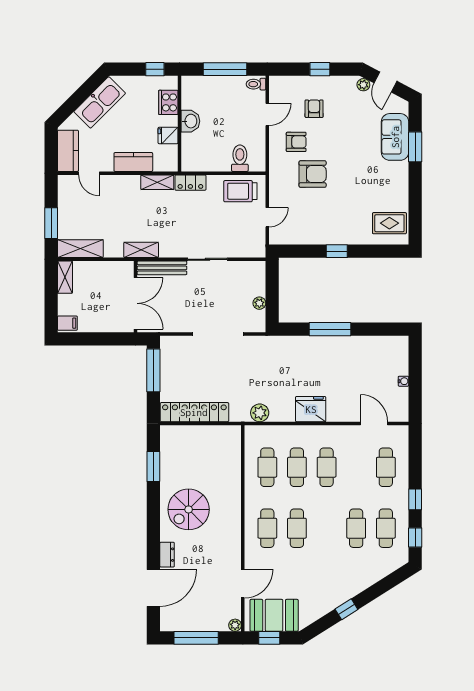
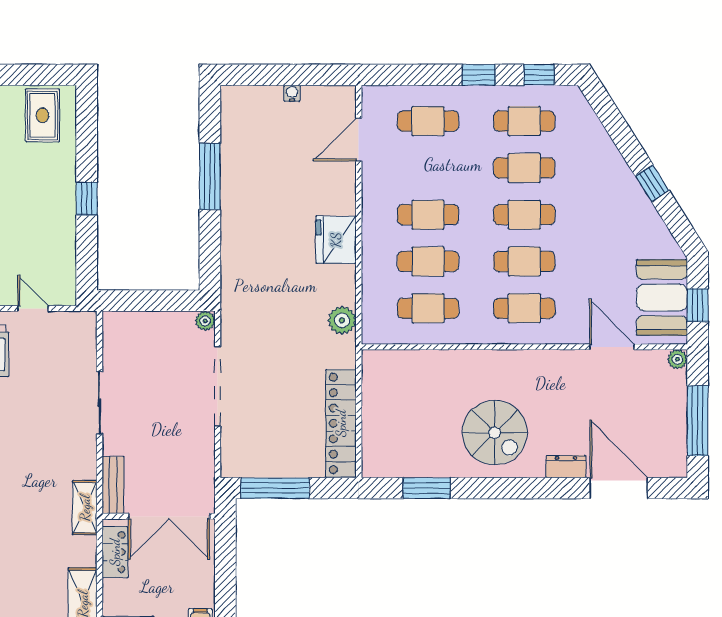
bench: (162, 268) -> (113, 485), width x0.73
locker: (113, 269) -> (115, 552), added
double door: (136, 303) -> (169, 516), swing flipped
plant: (259, 303) -> (205, 321), moved
window: (330, 329) -> (210, 176), moved
cafe table: (327, 528) -> (524, 215), added

